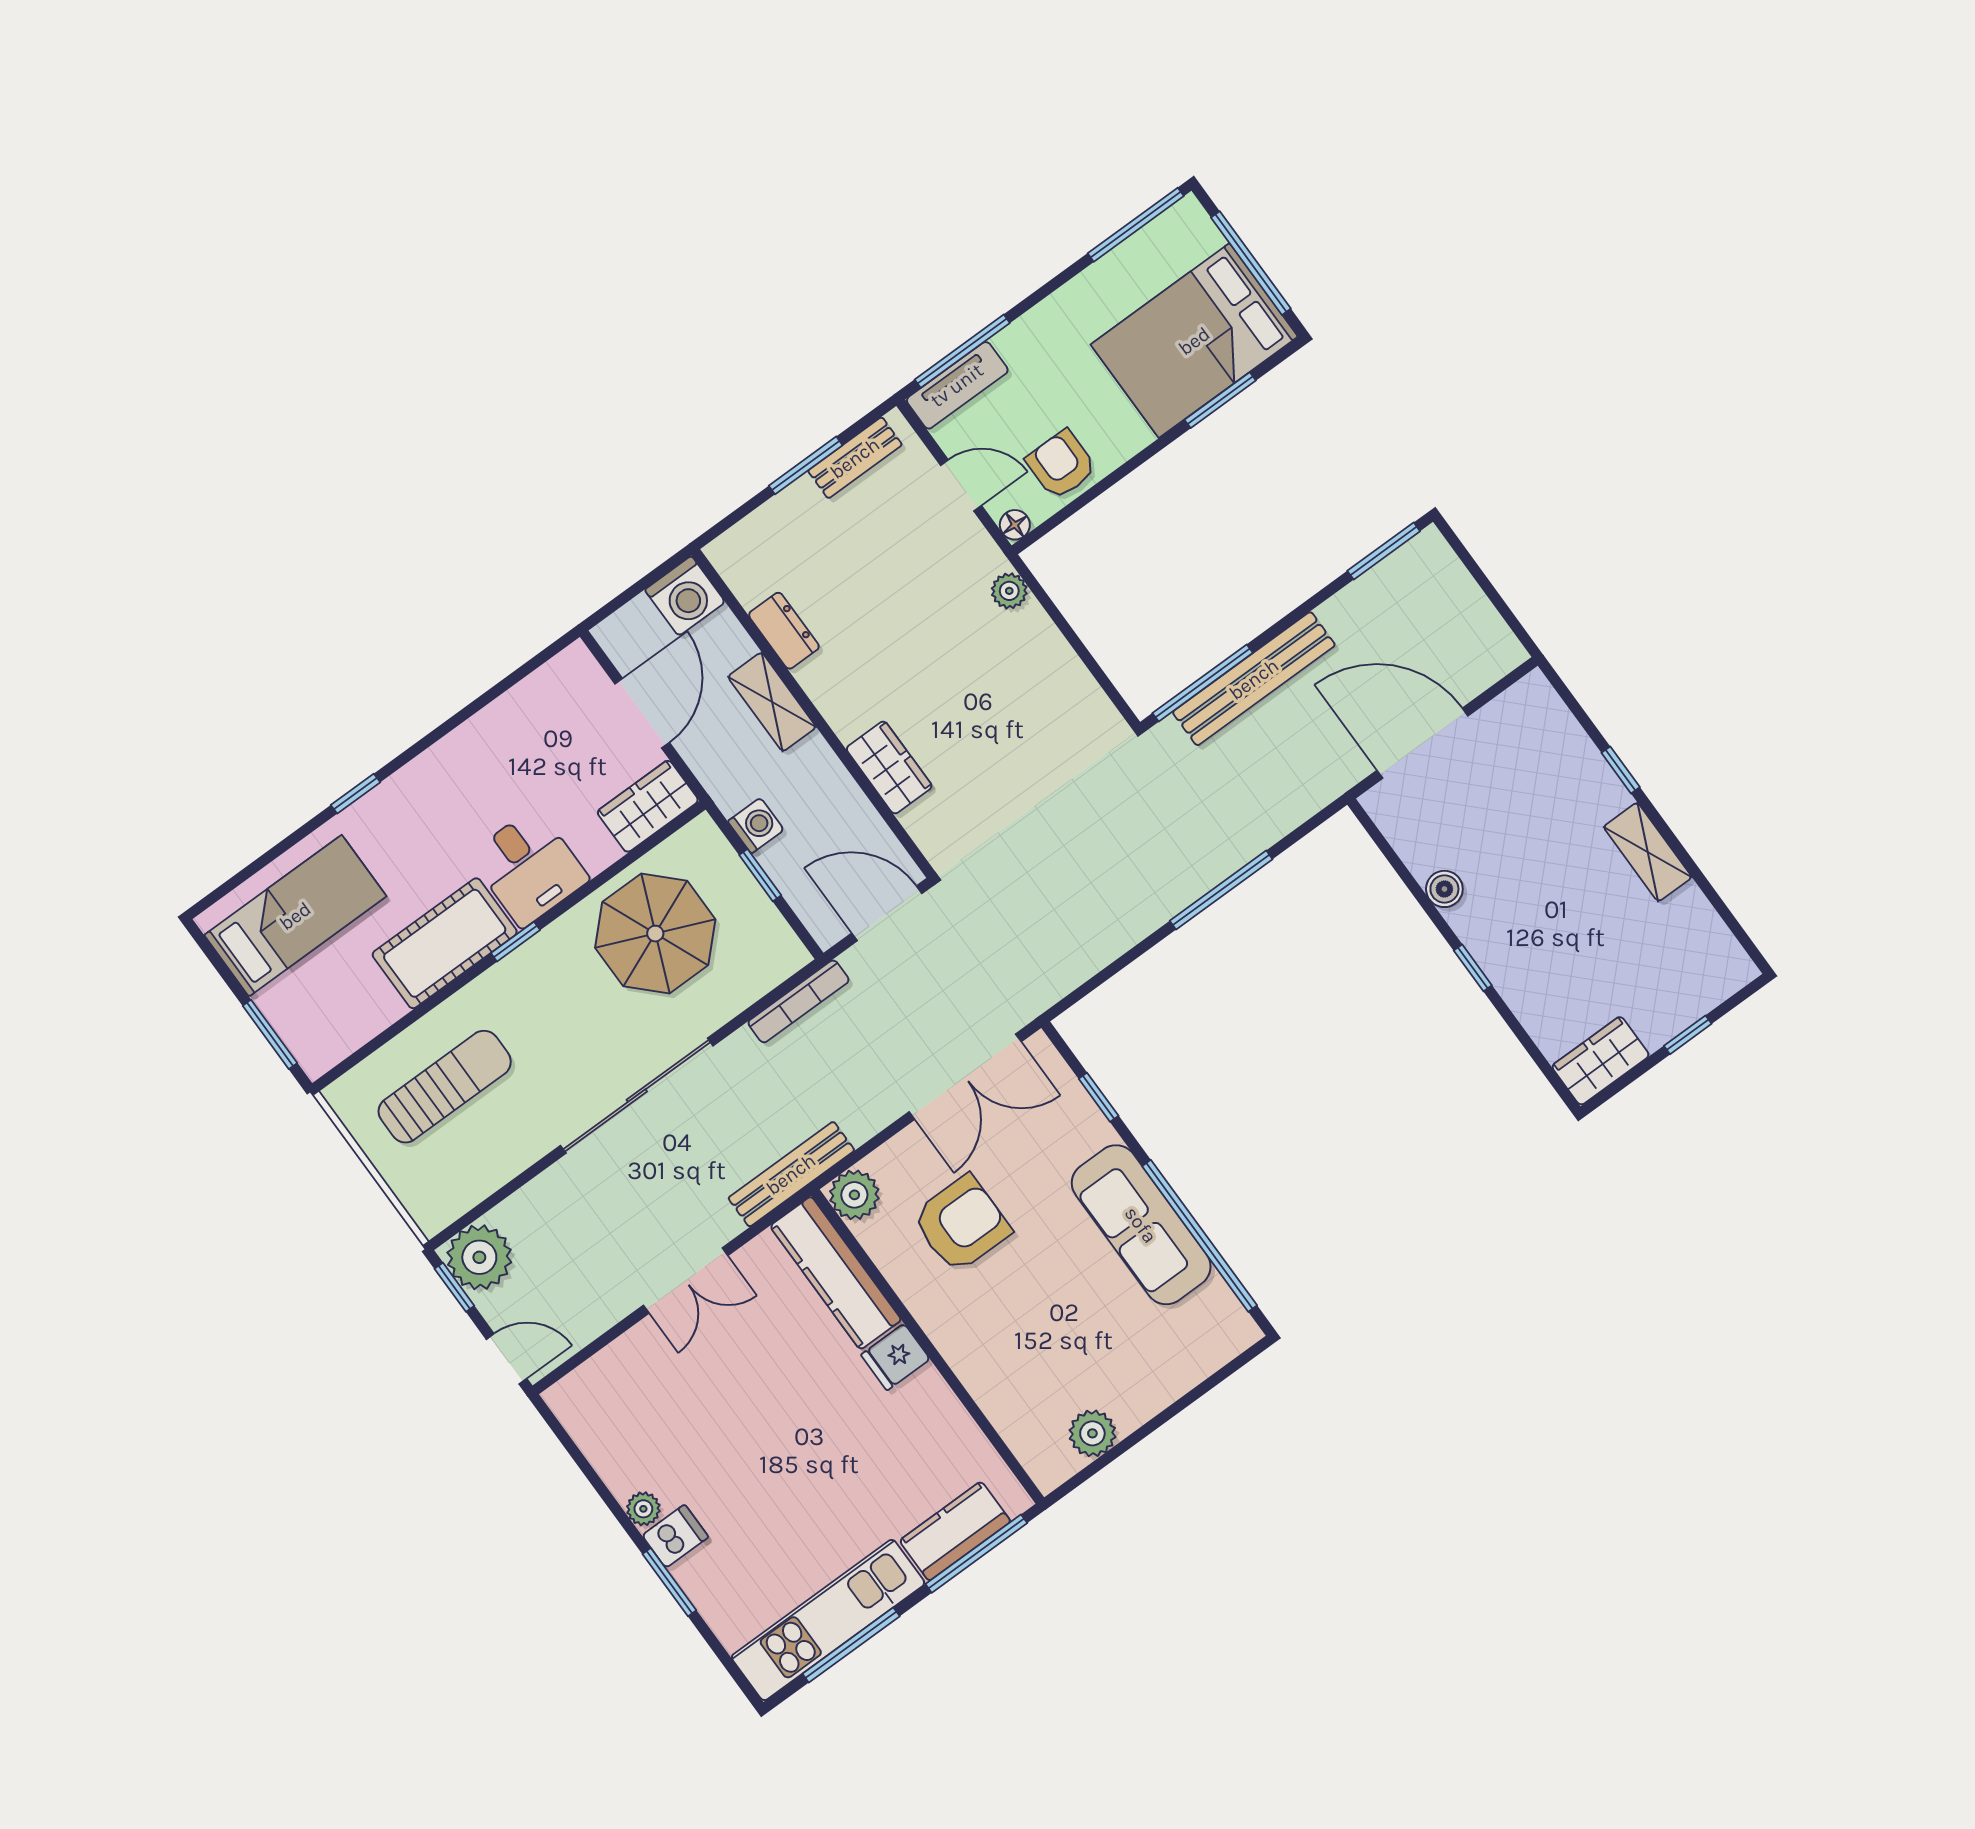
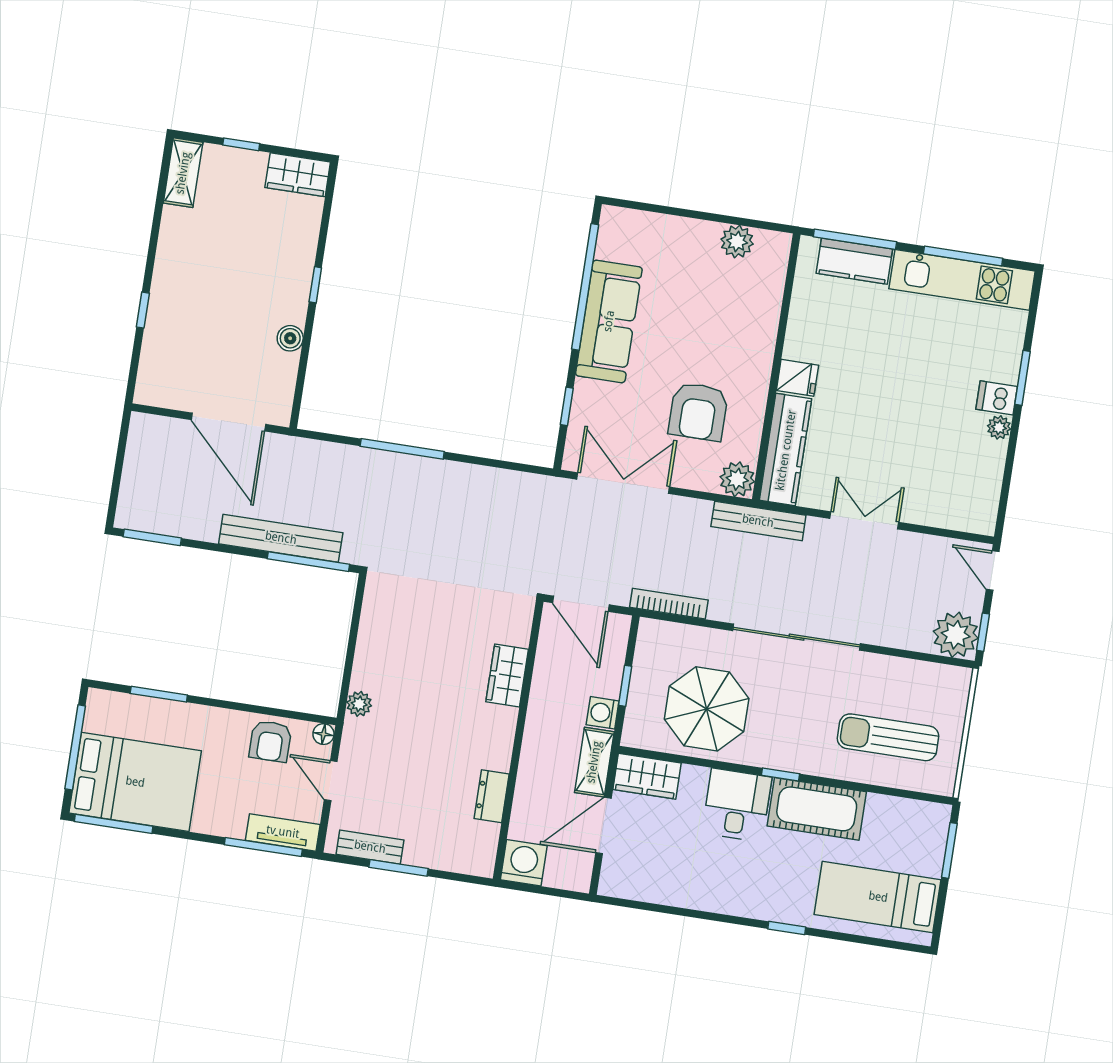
bed: (1194, 341) -> (135, 782), moved
shelving: (772, 702) -> (594, 762), moved
shelving: (1648, 852) -> (183, 173), moved
armchair: (961, 1224) -> (698, 411), turned -90

